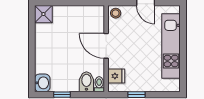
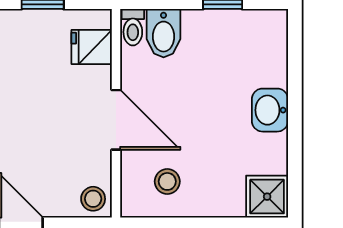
stool: (85, 20) -> (167, 181), added
washbasin: (42, 83) -> (270, 110), moved

